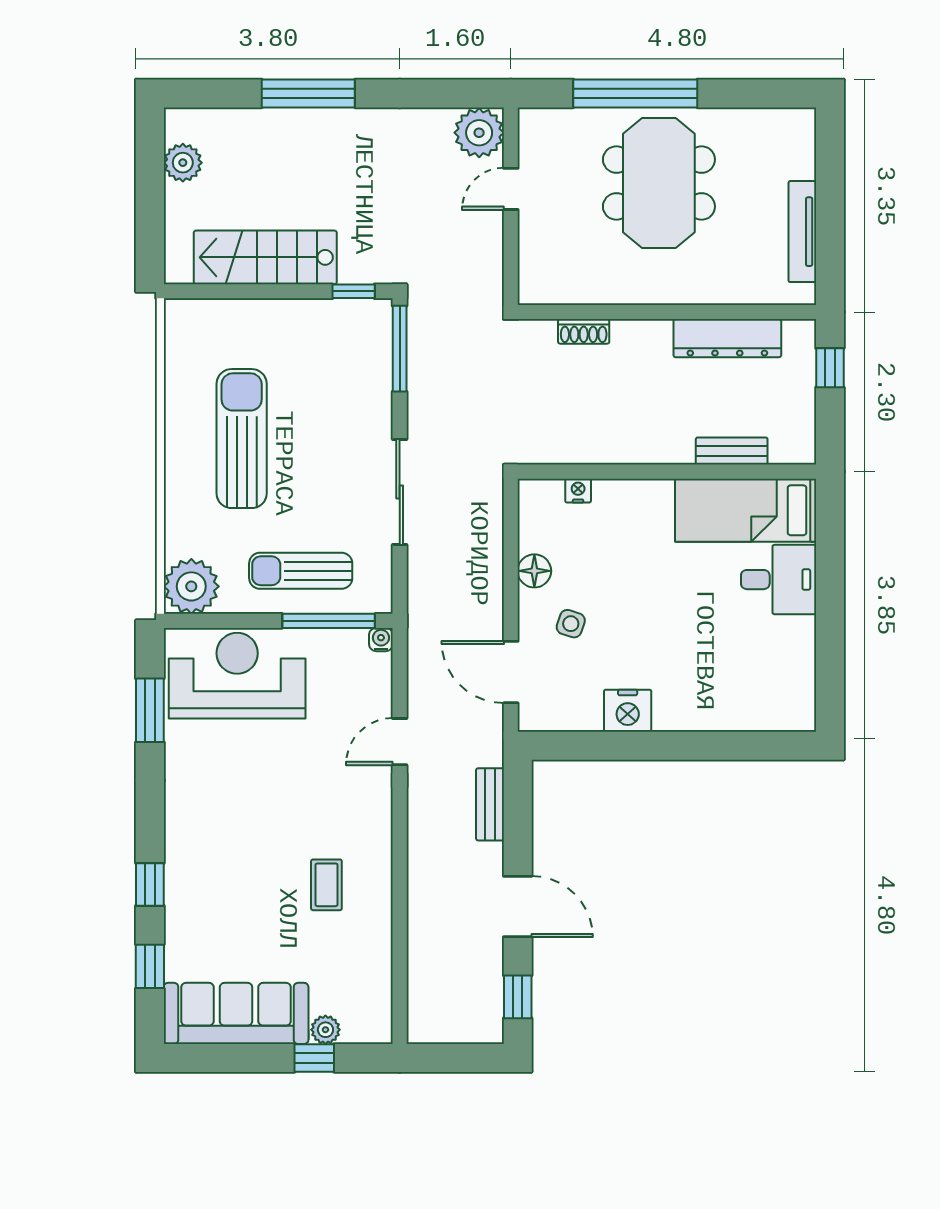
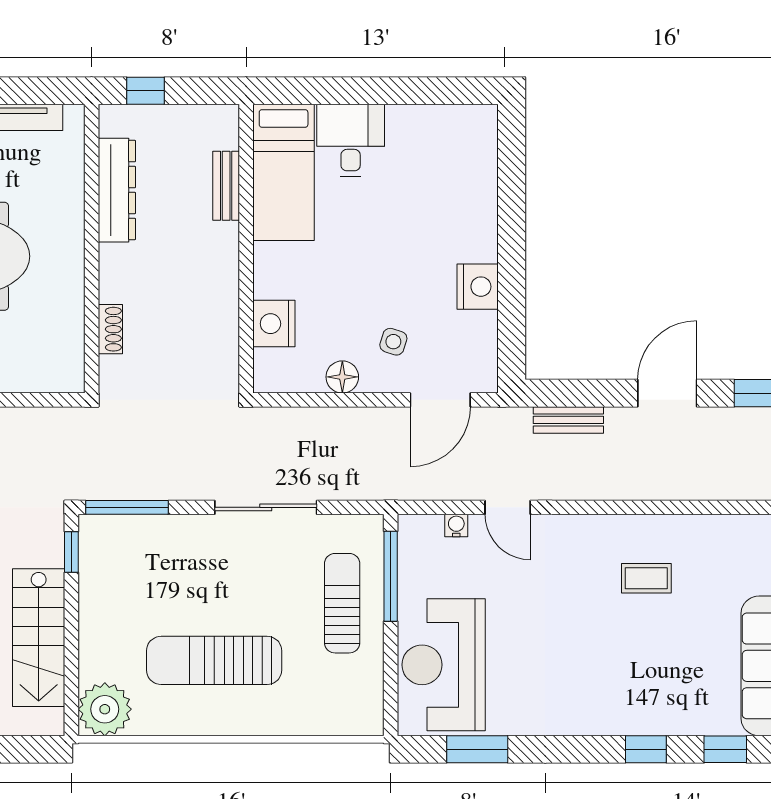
nightstand: (578, 491) -> (274, 324), width x1.89, depth x1.79
sun lounger: (301, 571) -> (342, 603), turned 180
plant: (191, 586) -> (105, 709), moved
water cooler: (381, 640) -> (456, 525), moved, turned 90

